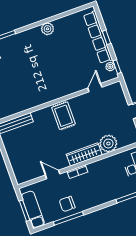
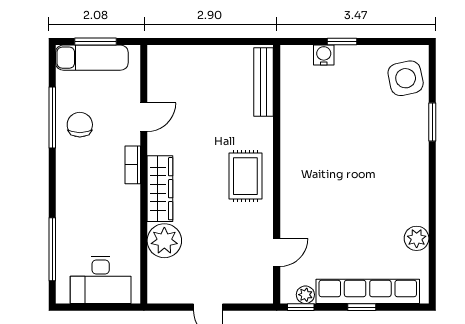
plant: (47, 29) -> (417, 238), moved
door: (95, 88) -> (277, 252), hinge flipped
rug: (63, 116) -> (245, 176), turned 90

